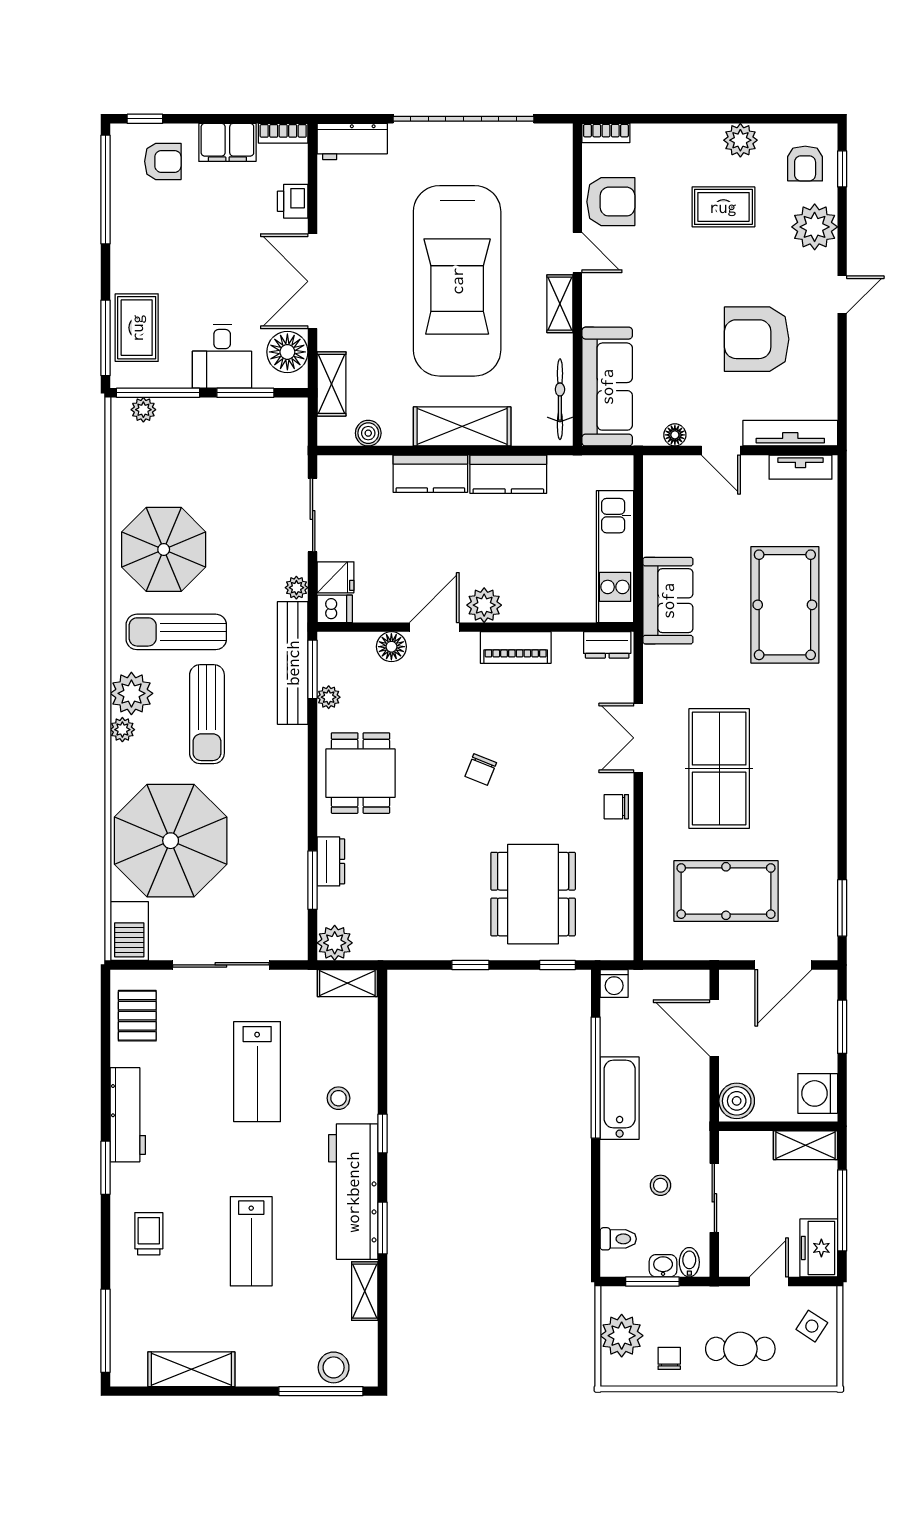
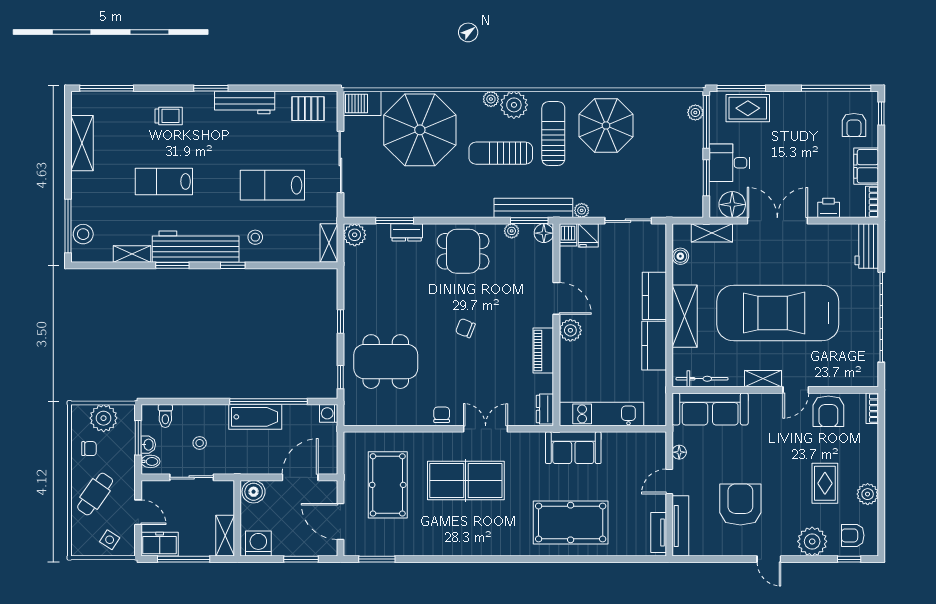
floor lamp: (391, 647) -> (544, 233), moved
cafe table: (740, 1349) -> (95, 494), turned 35

